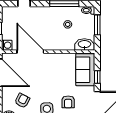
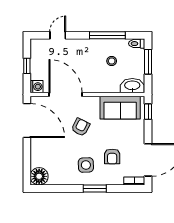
sofa: (85, 70) -> (120, 108), moved, turned -90
window: (97, 77) -> (148, 112), moved
armchair: (22, 101) -> (81, 127), moved

